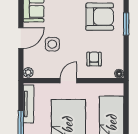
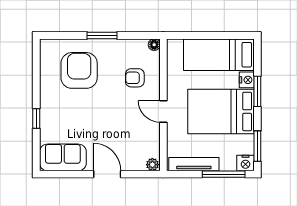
window: (126, 24) -> (102, 36), moved
side table: (52, 44) -> (115, 133), removed

